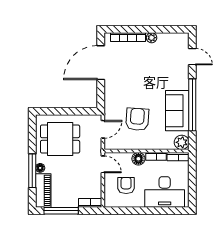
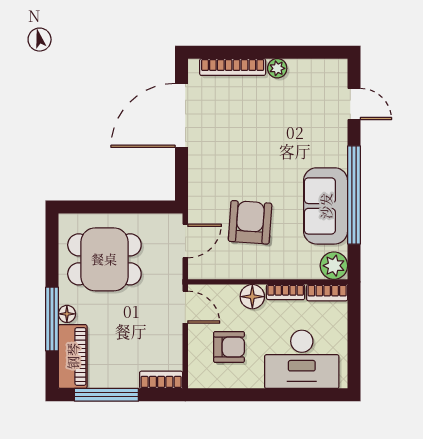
armchair: (126, 185) -> (229, 347), turned 90

